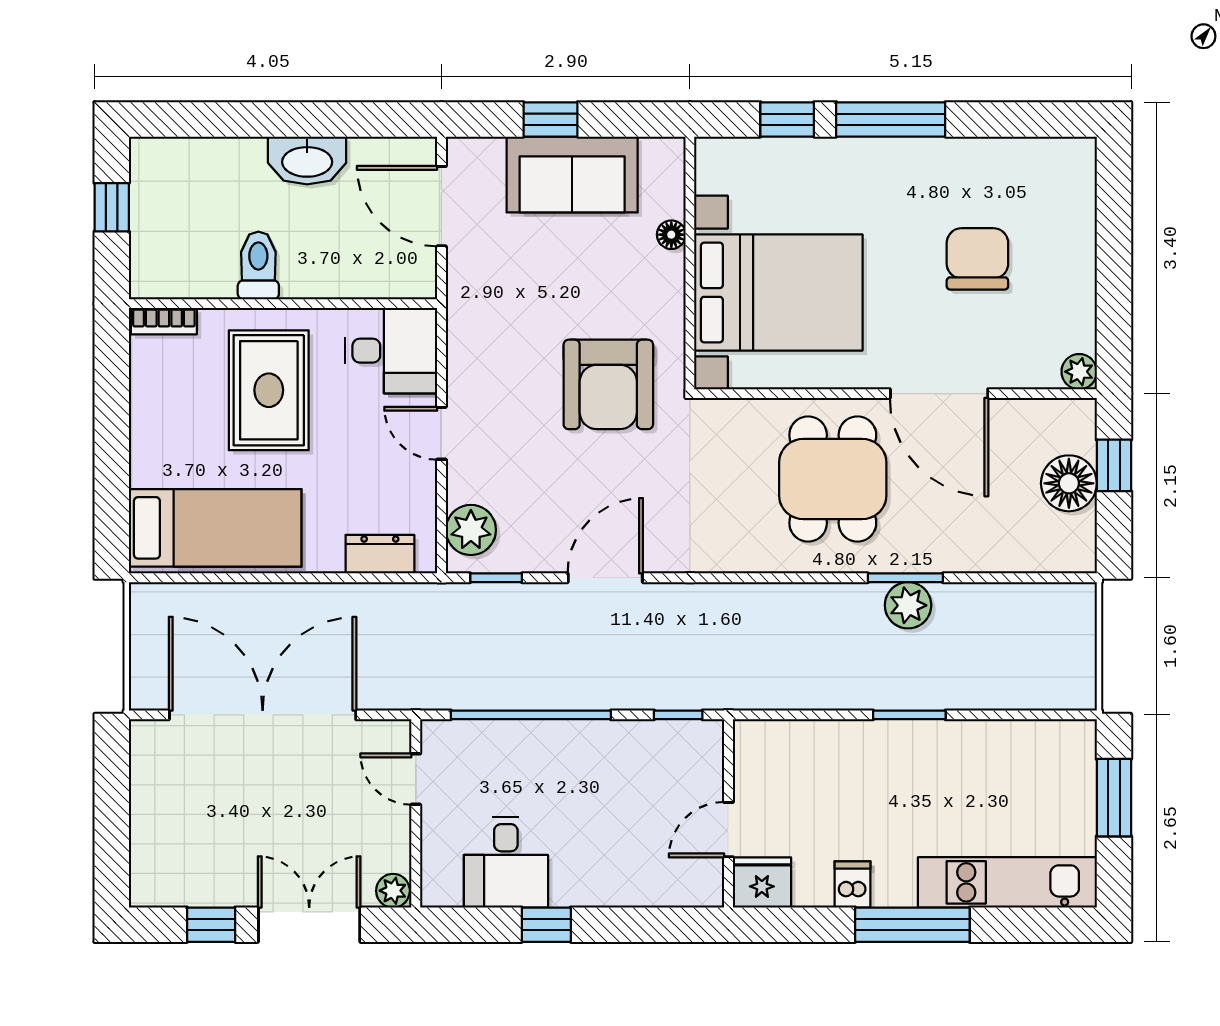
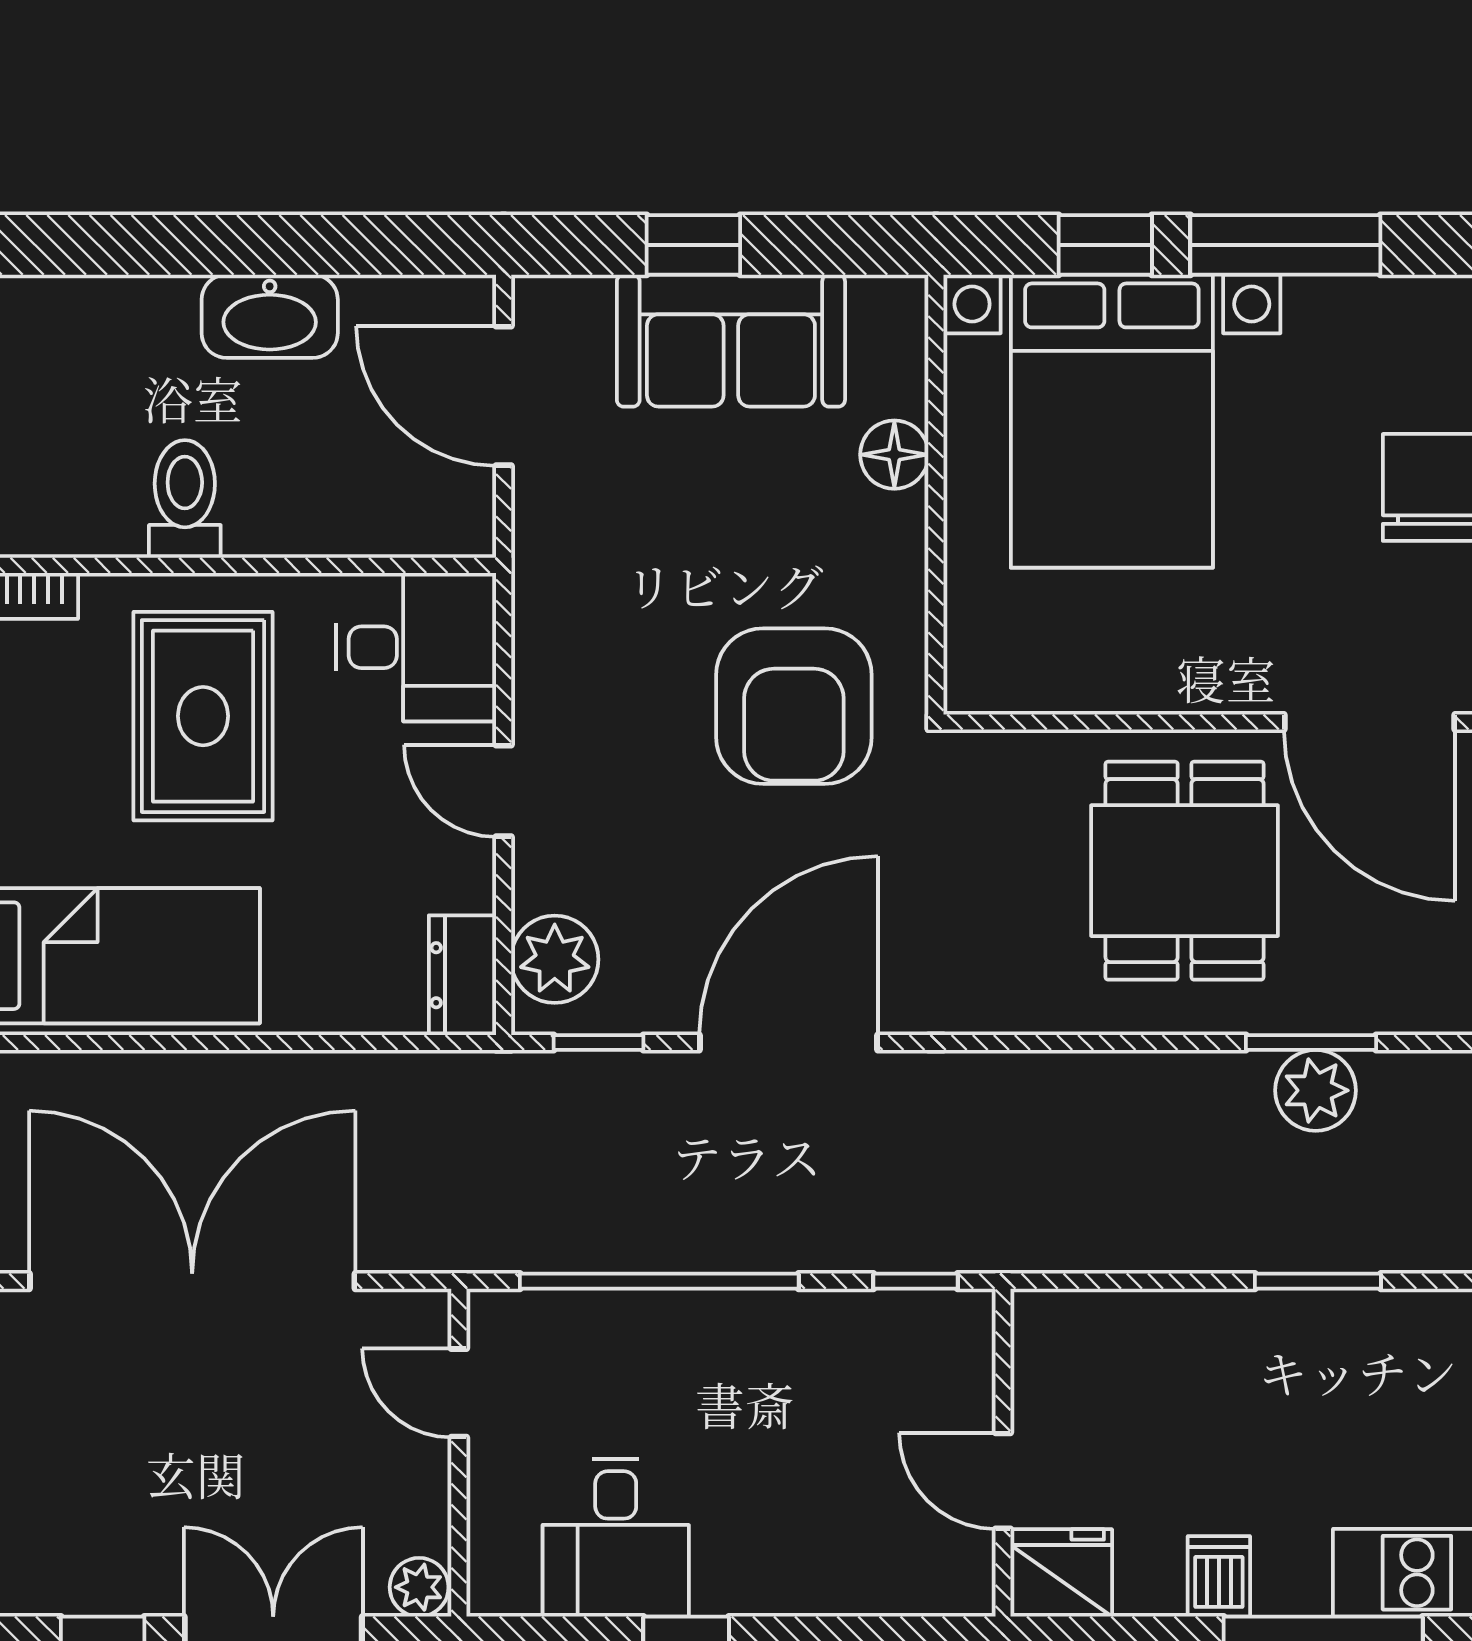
floor lamp: (671, 235) -> (894, 455), width x1.37, depth x1.37
bed with nightstands: (778, 292) -> (1112, 421), moved, turned 90
dresser: (380, 554) -> (462, 975), moved, turned -90
door: (605, 578) -> (789, 1043), width x1.36
door: (728, 830) -> (1003, 1481), hinge flipped

